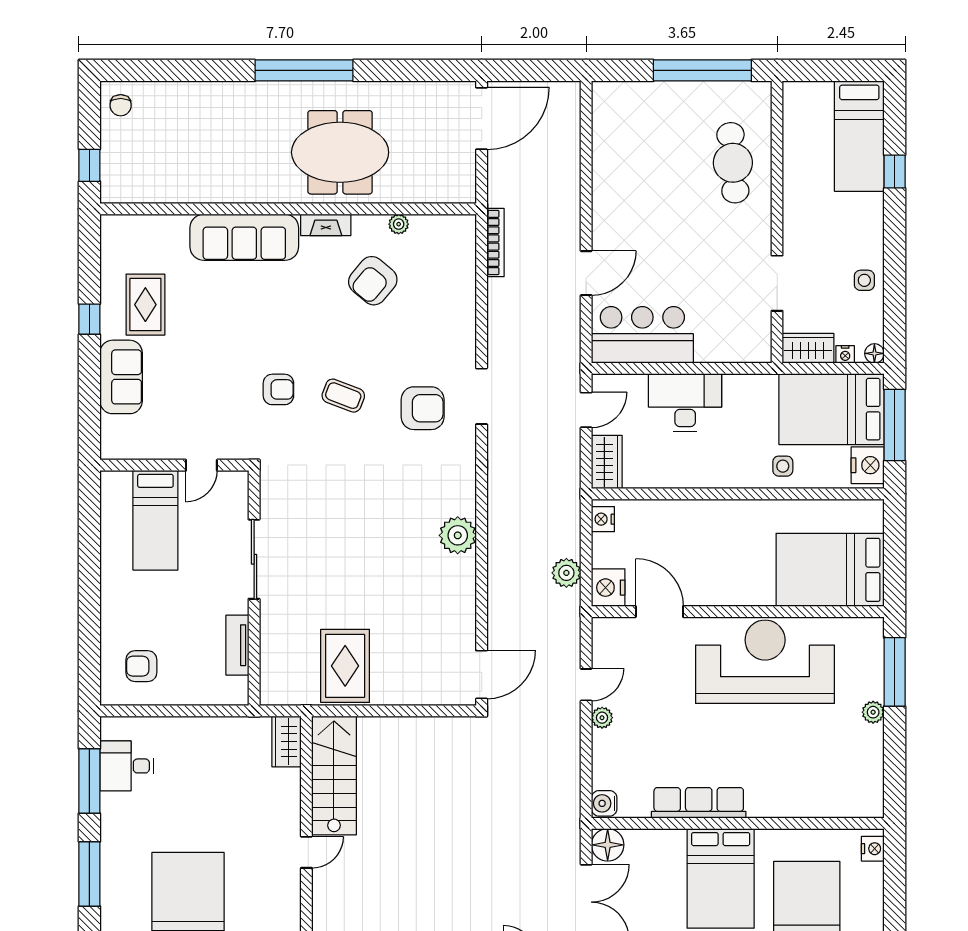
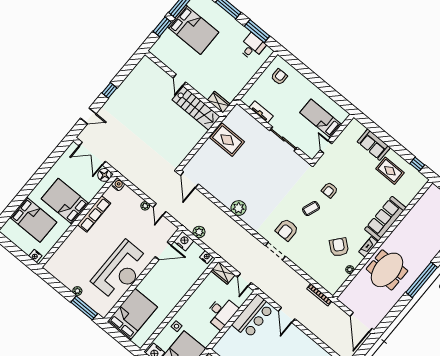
window: (89, 319) -> (417, 164), moved

